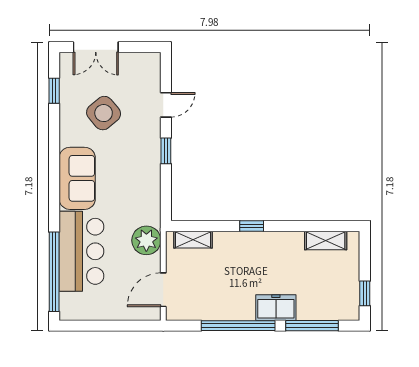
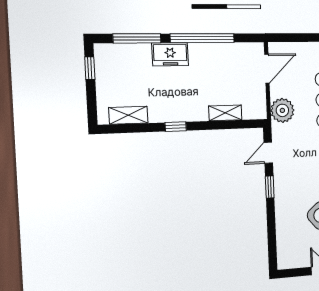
door: (166, 105) -> (268, 153), moved
window: (252, 226) -> (176, 127), moved
shelving: (193, 240) -> (225, 113), moved

